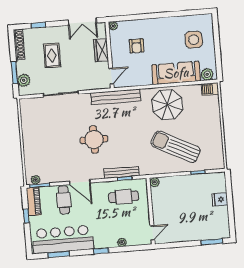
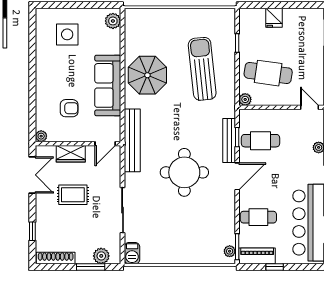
rug: (52, 55) -> (73, 195), moved
sofa: (176, 73) -> (108, 85), moved
door: (111, 76) -> (105, 144), swing flipped
barbecue: (210, 89) -> (132, 253), moved
round table: (94, 140) -> (184, 172), width x1.36, depth x1.36
sun lounger: (176, 147) -> (202, 69), turned 147
door: (80, 182) -> (237, 176), moved
cafe table: (124, 197) -> (260, 141), turned 90
cafe table: (177, 198) -> (268, 73), added

